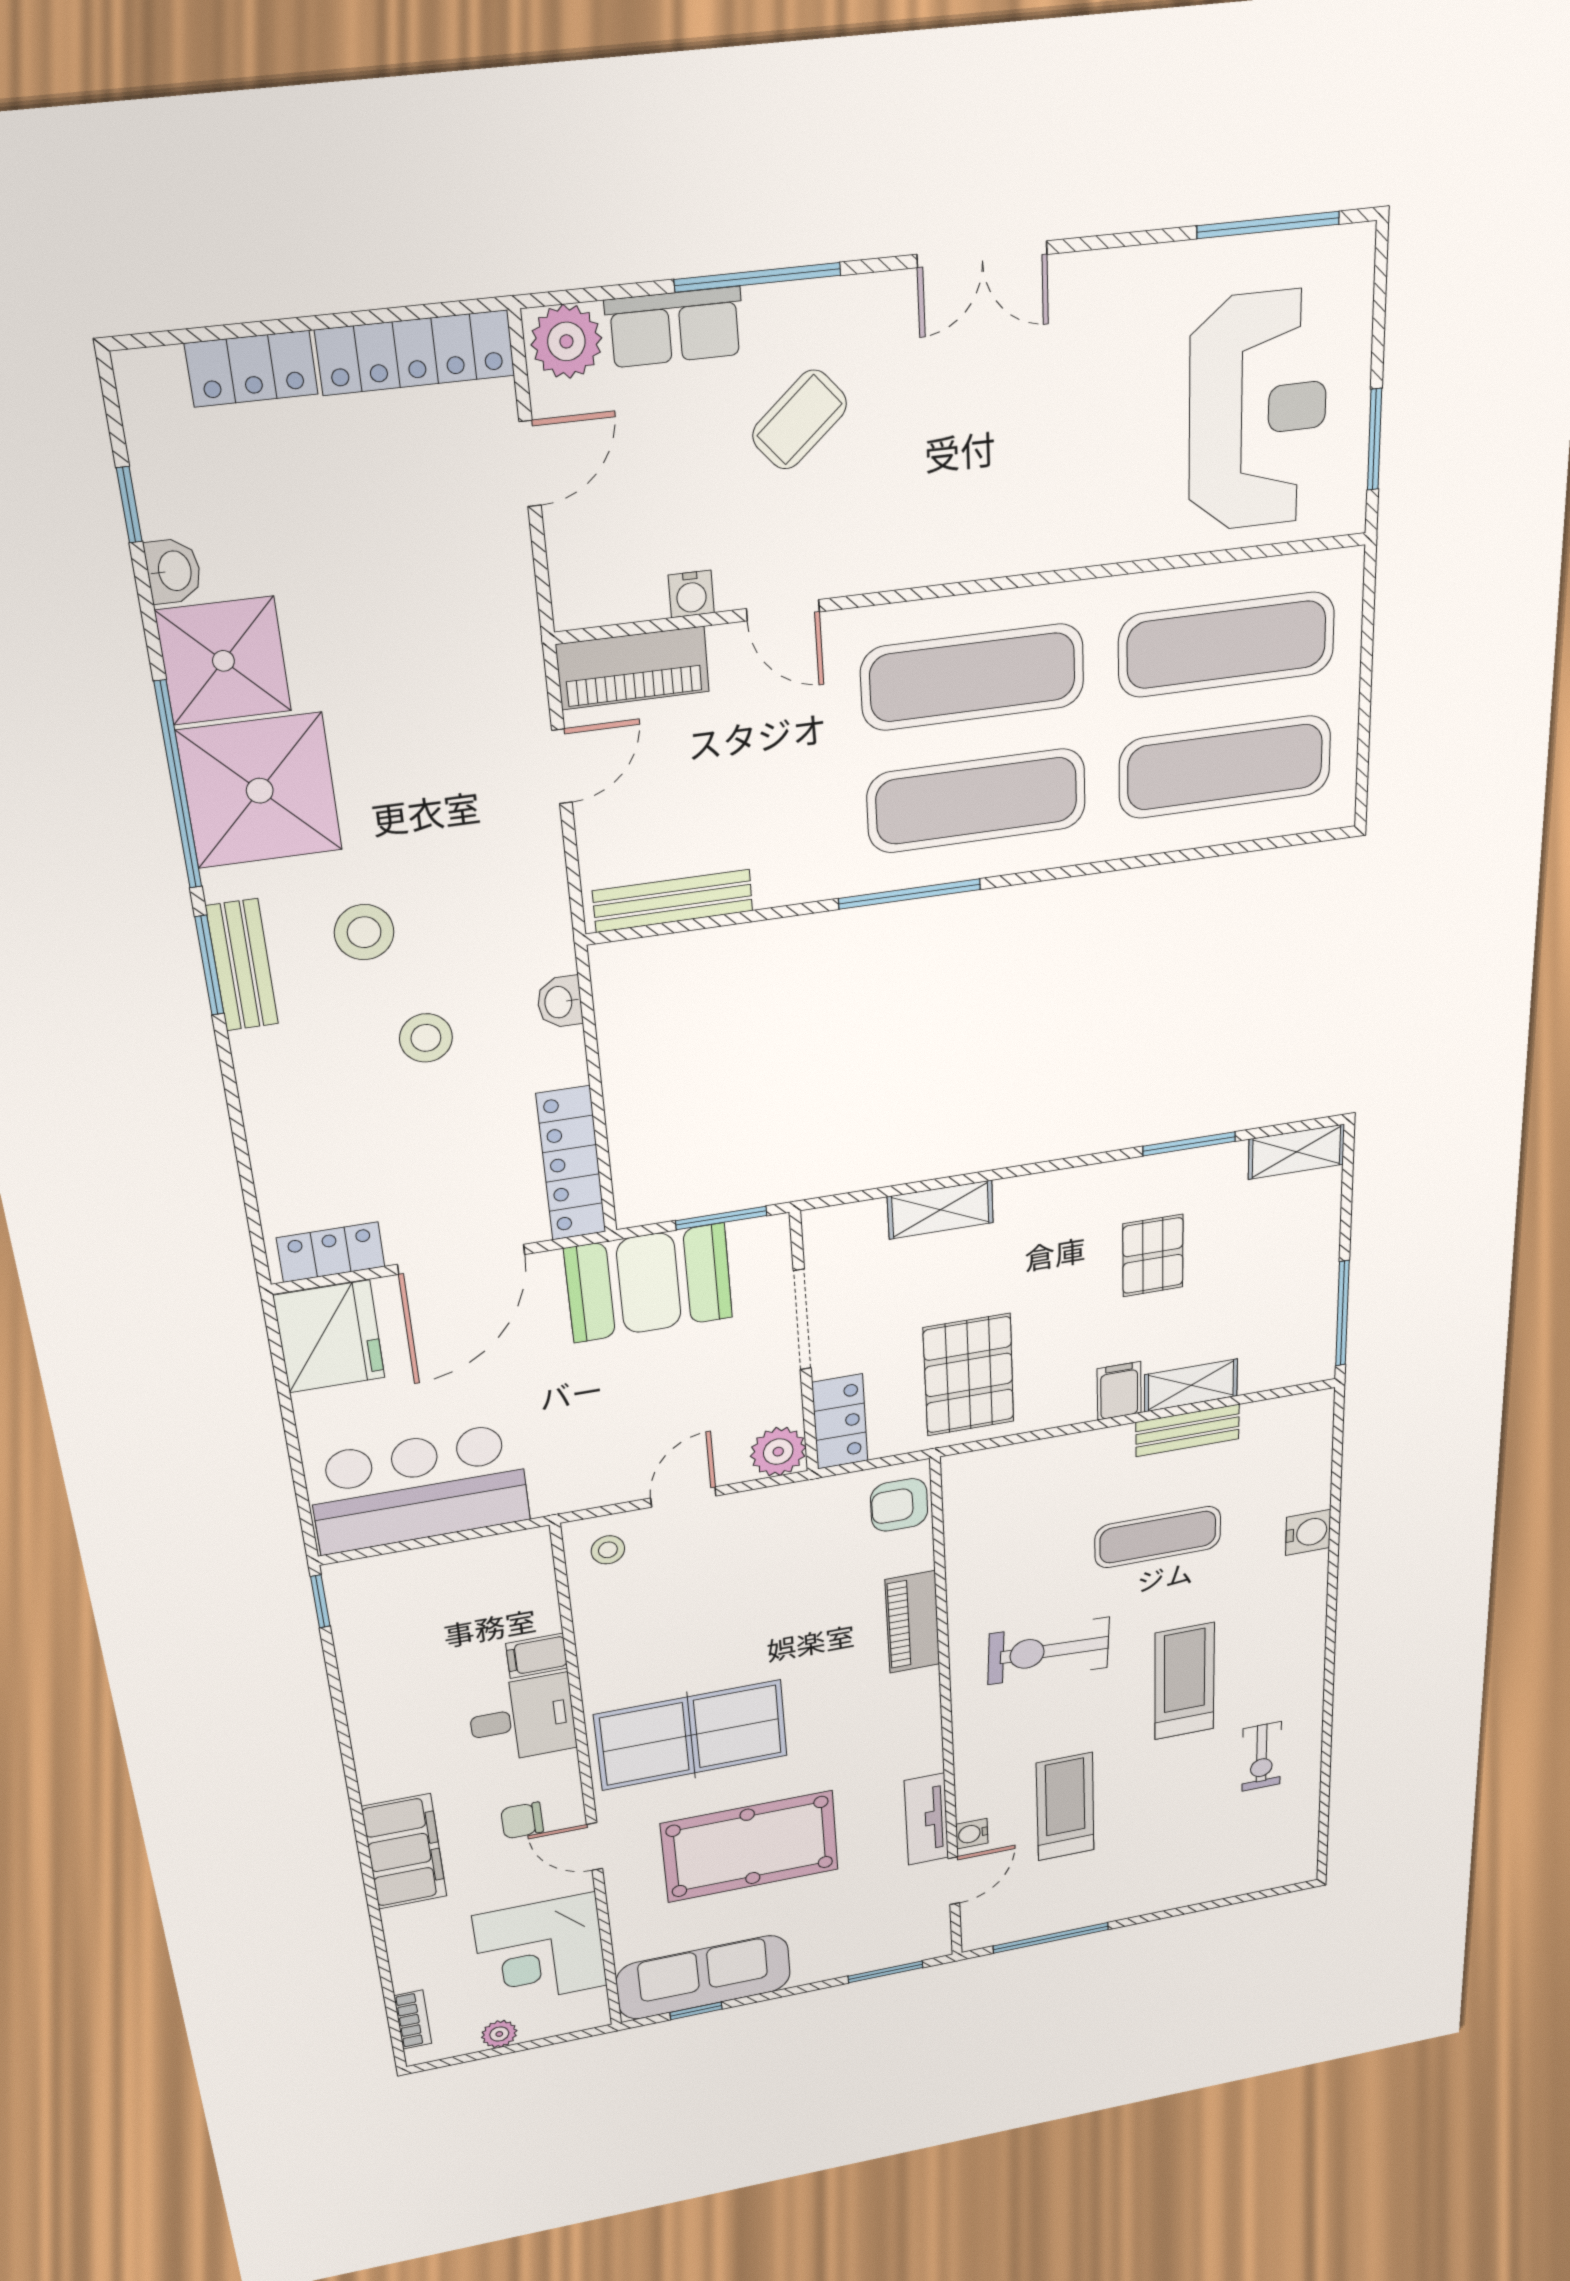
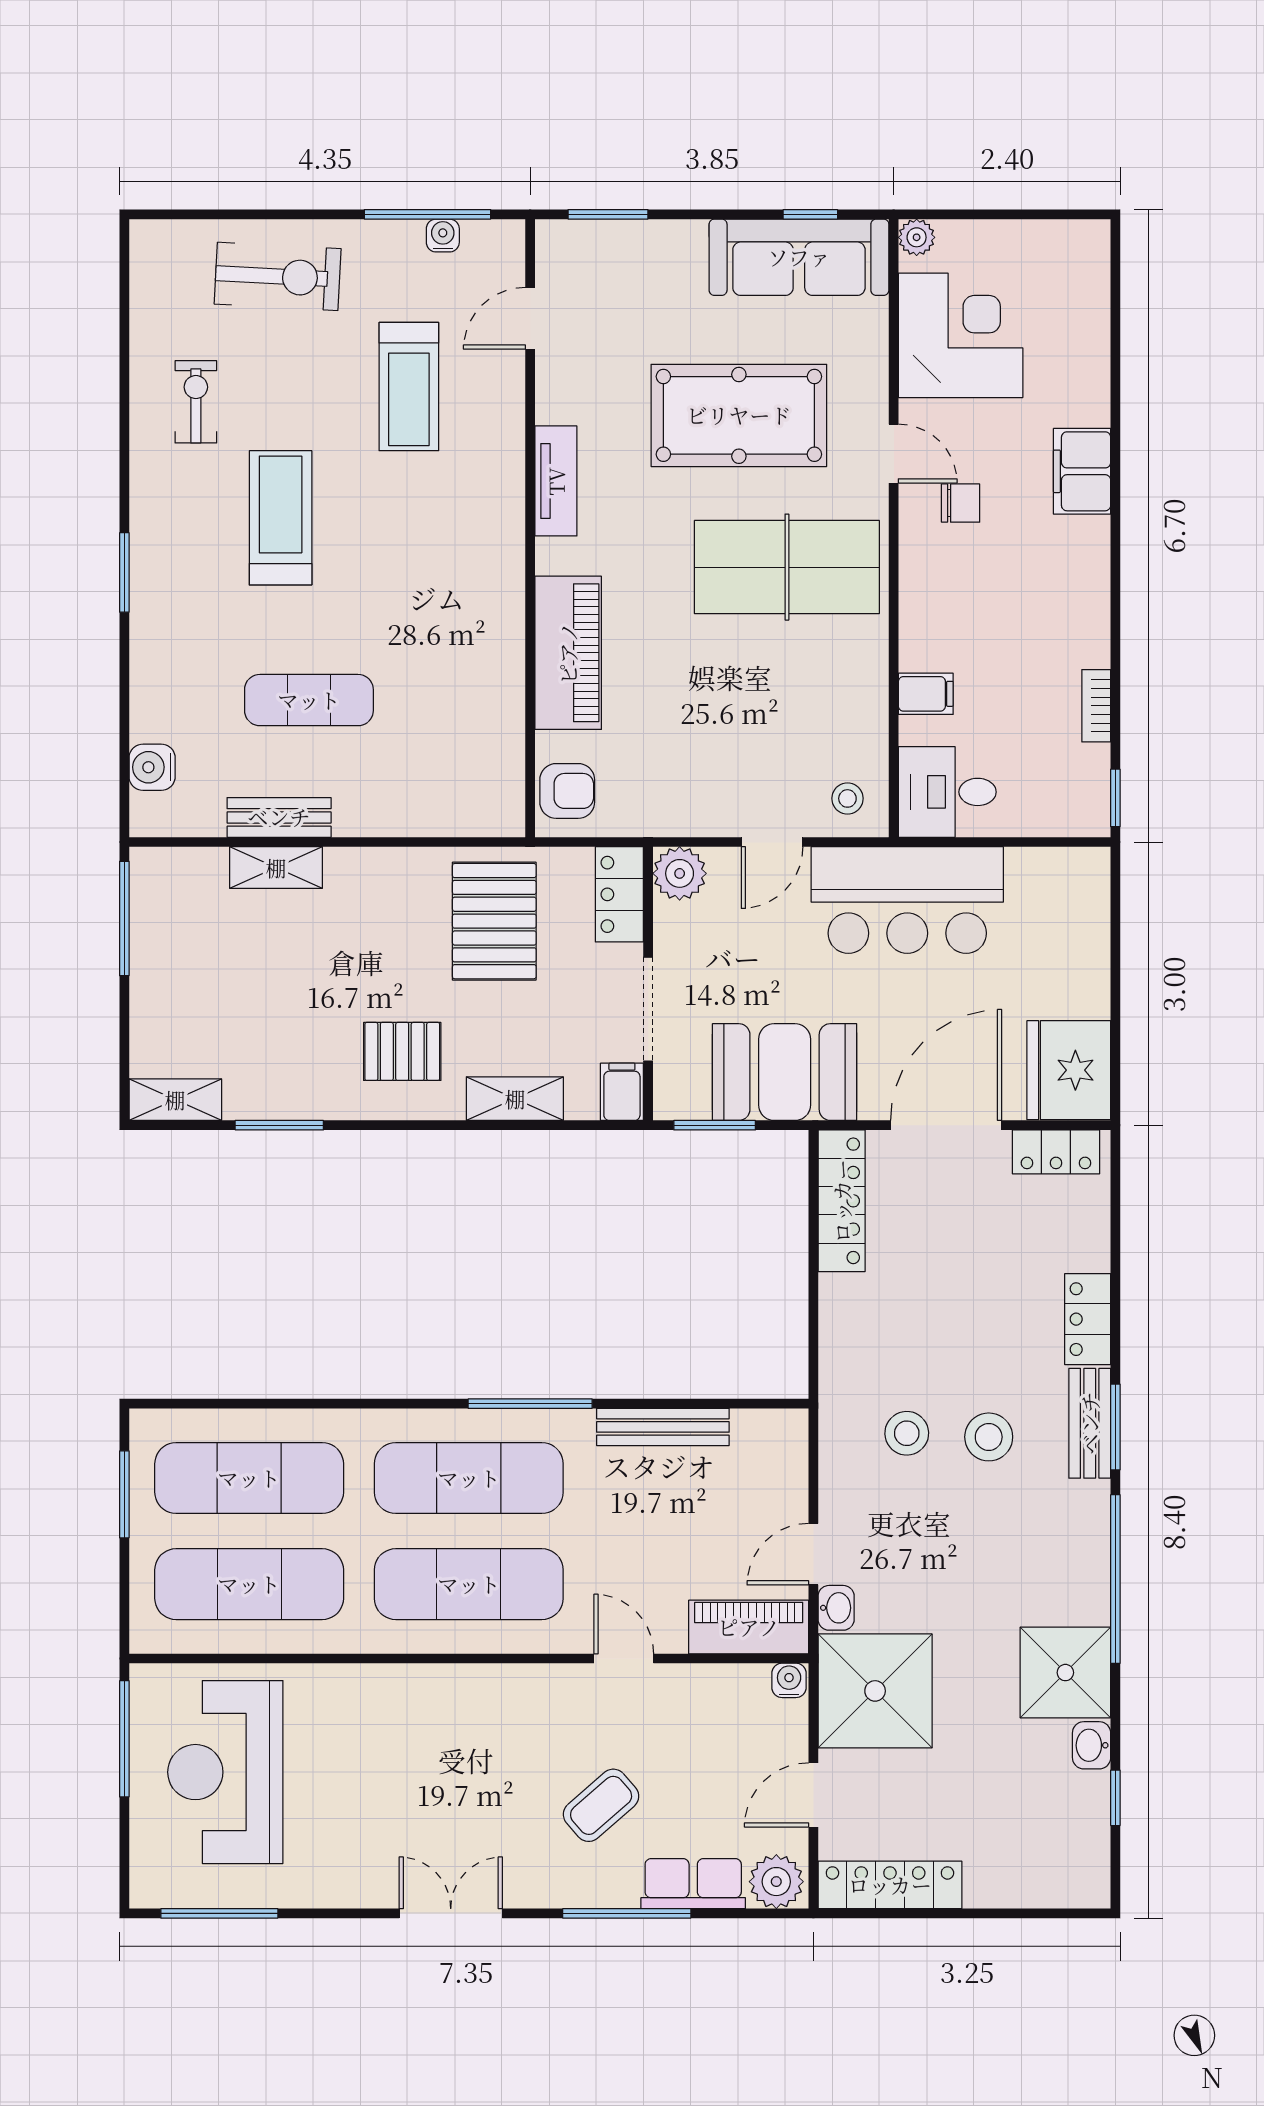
locker: (252, 369) -> (1088, 1319), moved, turned -90
window: (1375, 439) -> (124, 1739), width x1.44
water cooler: (691, 594) -> (789, 1680), moved
window: (1364, 730) -> (124, 1494), added
shower: (260, 791) -> (875, 1691), moved
bench: (673, 901) -> (663, 1427), moved
washbasin: (560, 1002) -> (836, 1608), moved
stool: (426, 1038) -> (907, 1433), moved
pallet: (1153, 1256) -> (402, 1051), moved, turned 90
filing cabinet: (1119, 1391) -> (622, 1092), moved, turned 180
bar counter: (419, 1489) -> (907, 900), moved
water cooler: (1308, 1532) -> (152, 767), moved
window: (1331, 1610) -> (124, 572), added
piano: (912, 1622) -> (568, 653), width x1.37, depth x1.33
exercise bike: (1049, 1651) -> (278, 276), moved
treadmill: (1185, 1681) -> (281, 518), turned 180
desk: (522, 1719) -> (947, 792), moved
tv unit: (926, 1819) -> (556, 481), moved
water cooler: (972, 1834) -> (443, 236), moved, turned -90
filing cabinet: (404, 1852) -> (1082, 471), width x0.67, depth x0.86
bookcase: (413, 2020) -> (1096, 706), moved
plant: (499, 2034) -> (917, 237), moved

